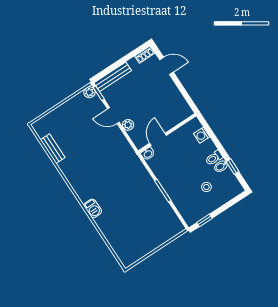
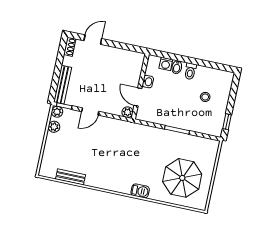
plant: (77, 101) -> (54, 127), added
plant: (128, 125) -> (127, 112), moved
washbasin: (148, 154) -> (148, 82), moved
bidet: (221, 166) -> (177, 67), moved
window: (233, 166) -> (209, 64), removed
parasol: (132, 229) -> (182, 178), added

